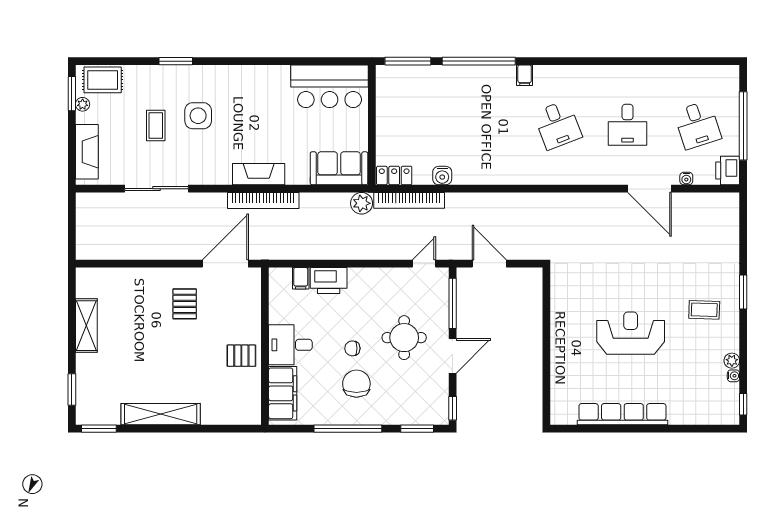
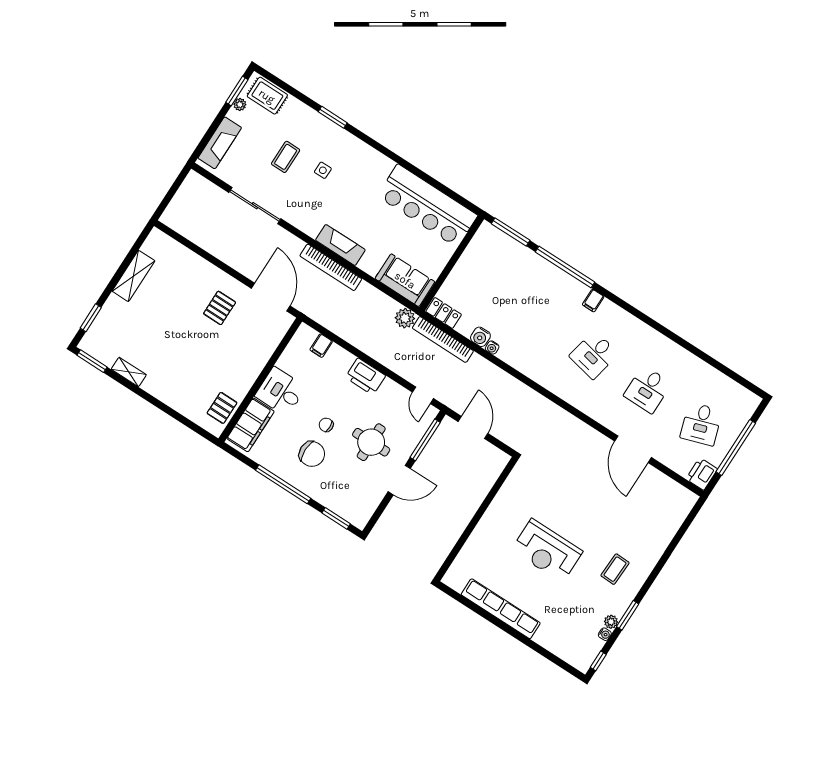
bar counter: (330, 86) -> (427, 206), width x1.36
side table: (198, 116) -> (323, 170), width x0.54, depth x0.54
desk: (558, 125) -> (594, 355), turned 33
water cooler: (686, 178) -> (492, 348), moved
door: (225, 264) -> (271, 297), hinge flipped
door: (424, 264) -> (423, 395), swing flipped
printer: (329, 281) -> (365, 377), moved
window: (743, 292) -> (628, 615), moved
coffee table: (704, 310) -> (615, 569), turned 90
reception desk: (631, 333) -> (547, 551), turned 180
pallet: (241, 356) -> (222, 408), moved, turned 90
chair: (356, 384) -> (312, 454), turned 90
window: (453, 408) -> (373, 520), removed
shelving: (161, 414) -> (129, 372), width x0.45, depth x0.75

